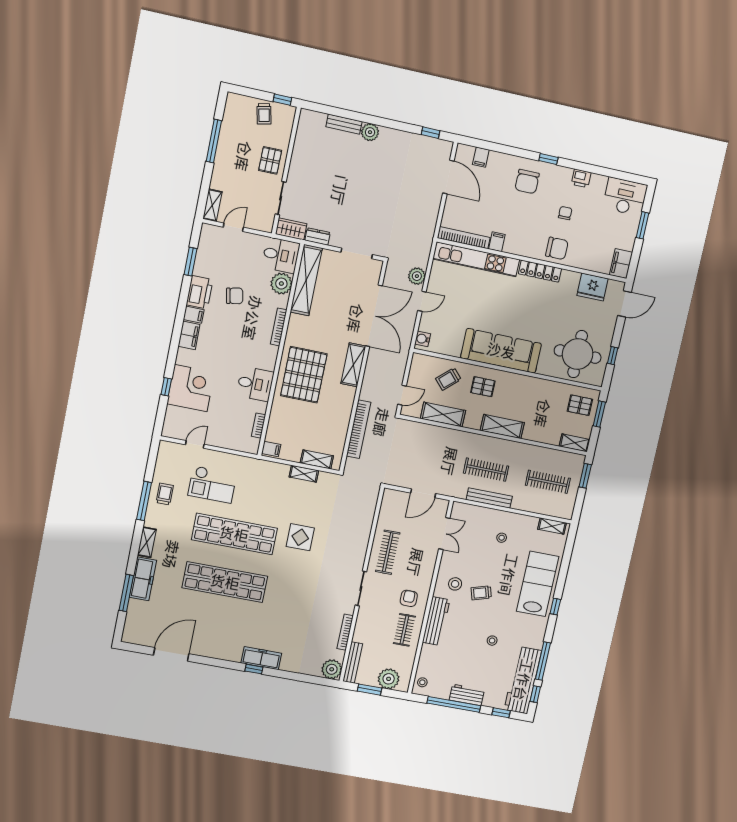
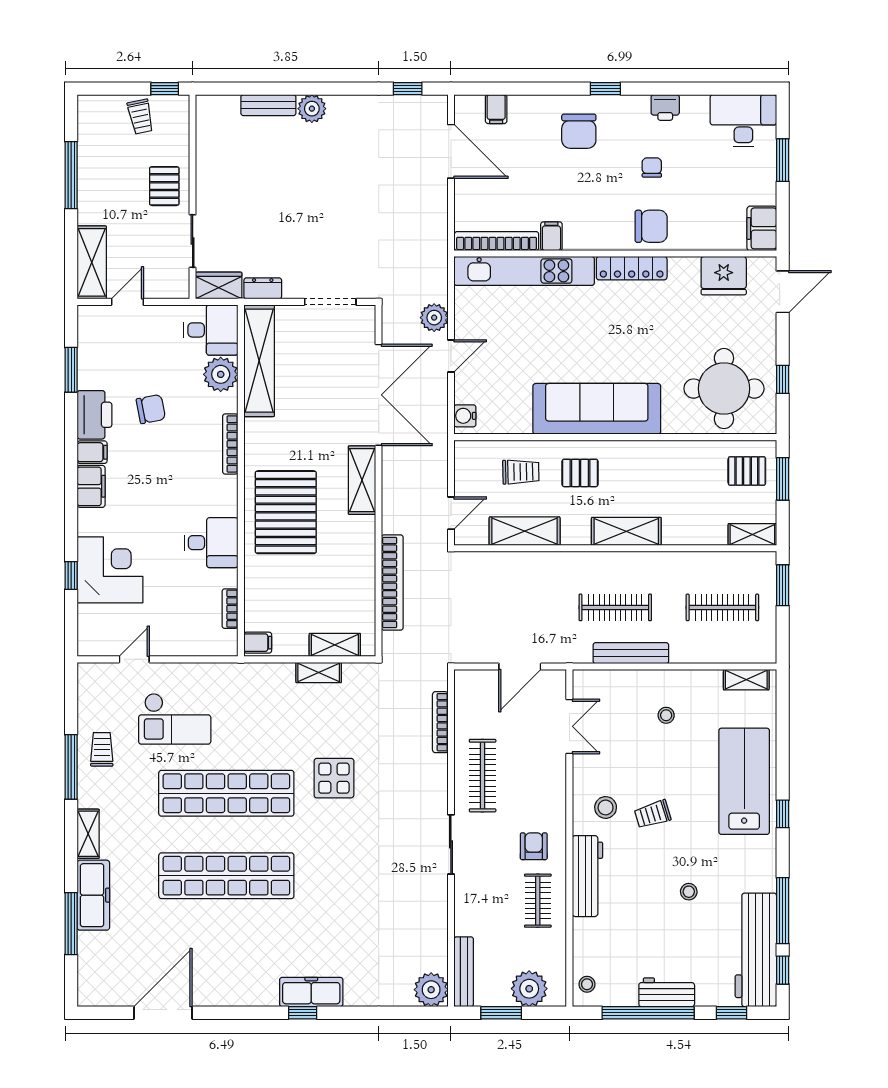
shelving: (212, 205) -> (92, 262), width x1.50, depth x1.33
trolley: (448, 379) -> (521, 472), turned -139
bookcase: (345, 632) -> (440, 722), moved

